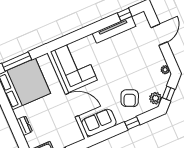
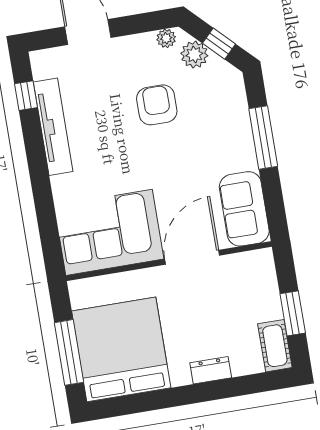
armchair: (130, 98) -> (157, 105), moved, turned -114
plant: (155, 98) -> (194, 55), moved
window: (132, 123) -> (263, 138), width x2.17

